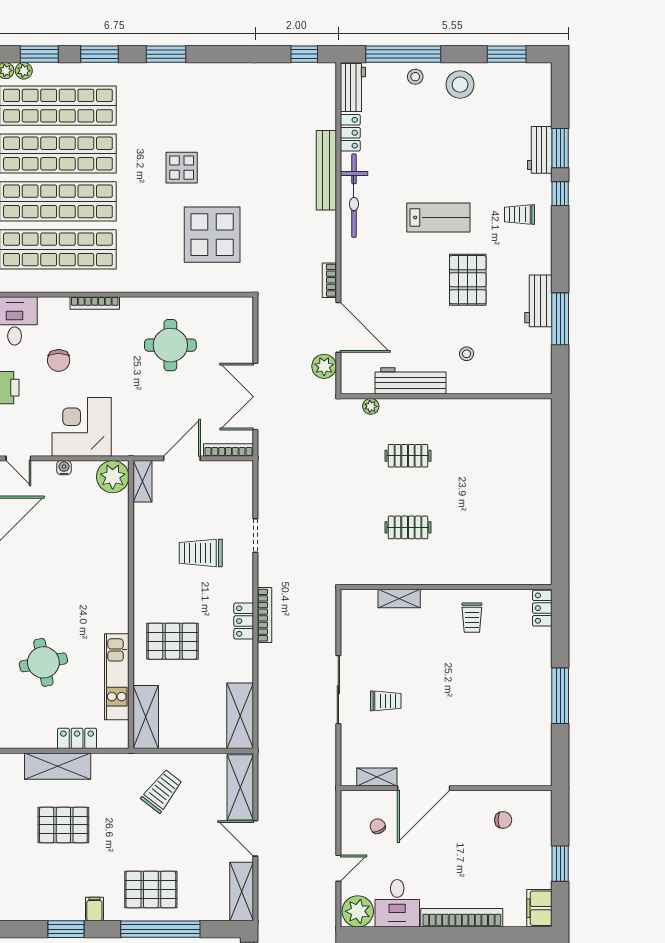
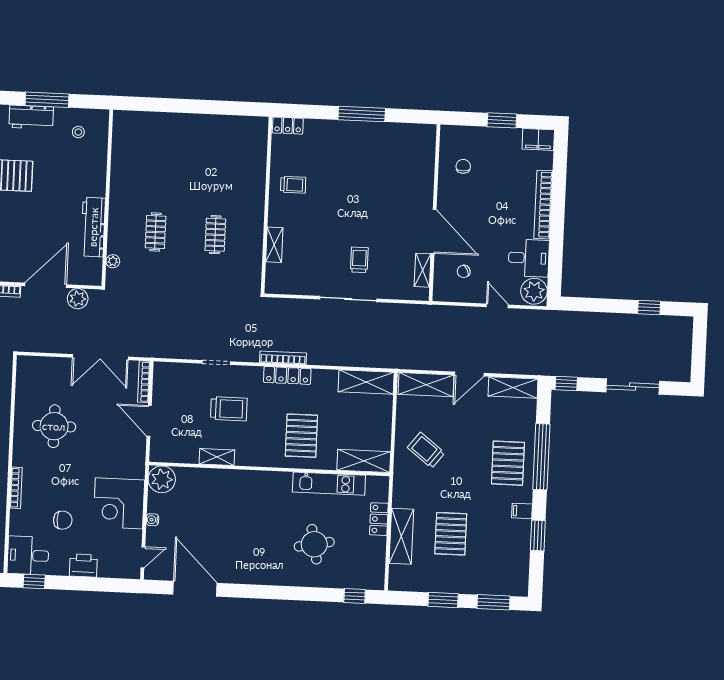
stool: (467, 354) -> (78, 132), moved
shelving: (142, 481) -> (217, 457), moved
trolley: (201, 553) -> (229, 409), turned -90
locker: (244, 621) -> (287, 375), width x1.53

